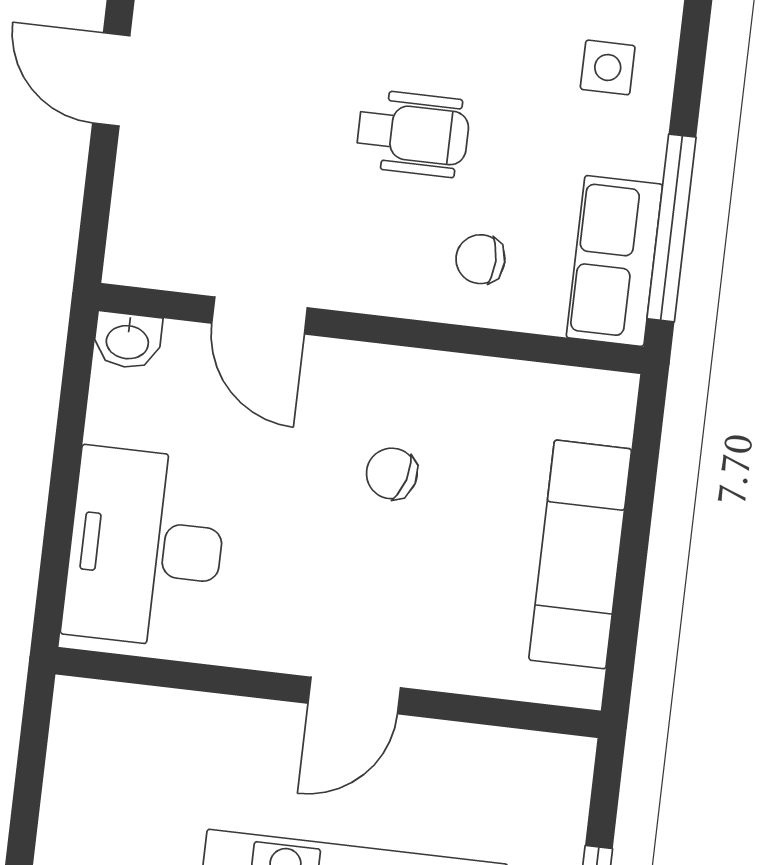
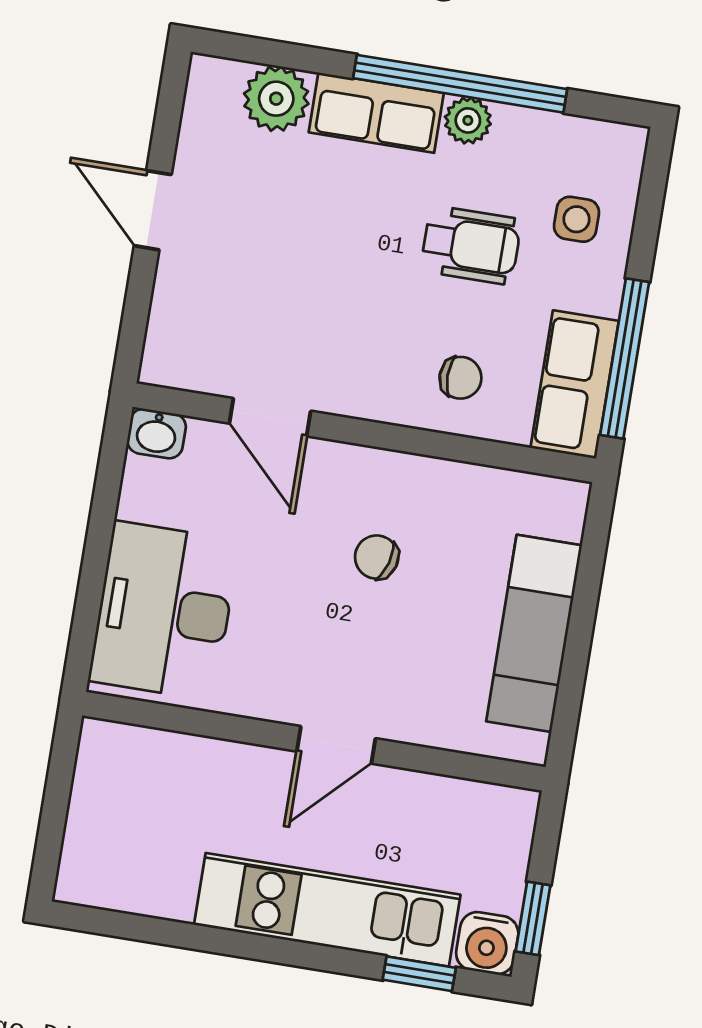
wheelchair: (413, 134) -> (471, 245), moved
chair: (480, 259) -> (461, 378), turned 180

